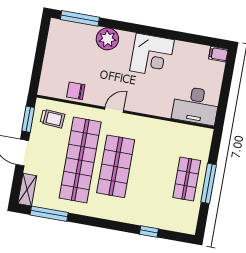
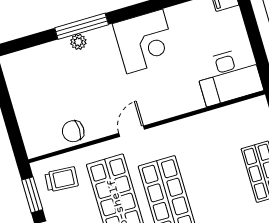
window: (80, 18) -> (82, 26), moved
plant: (107, 39) -> (78, 42), width x0.53, depth x0.53

